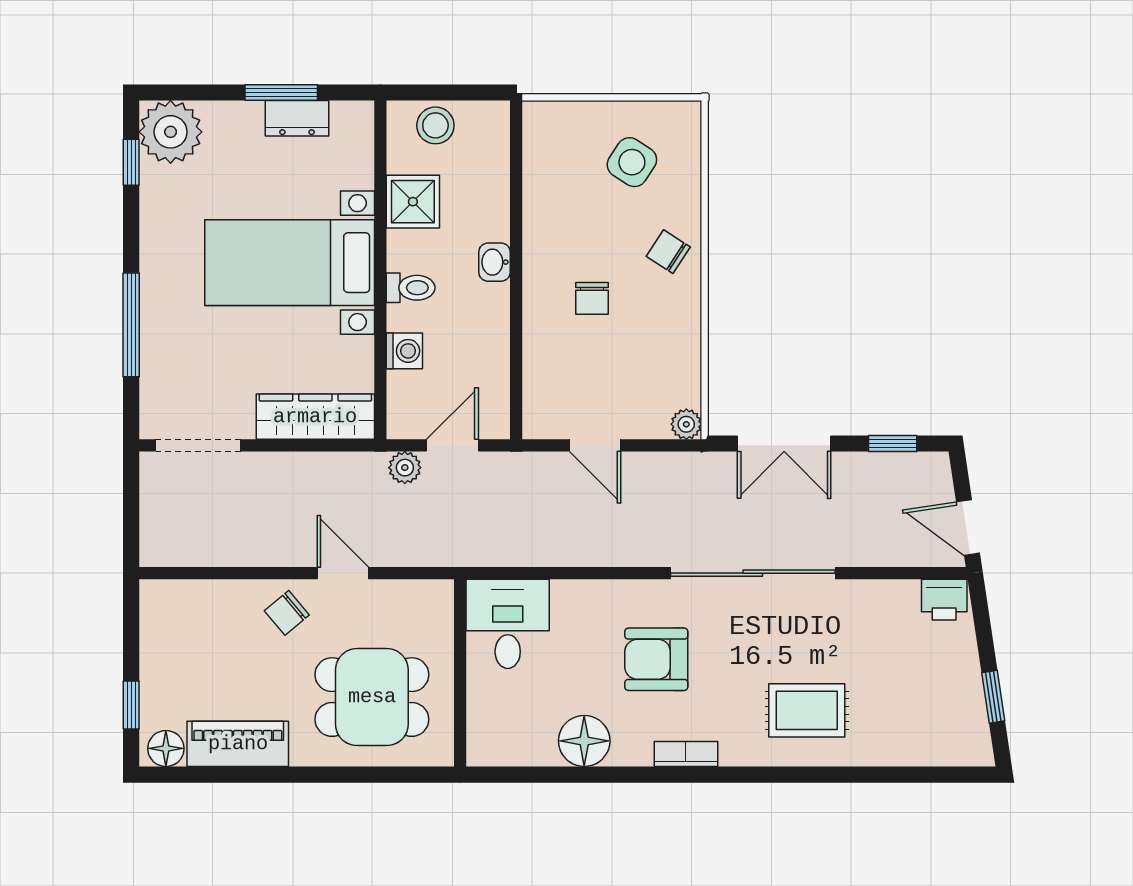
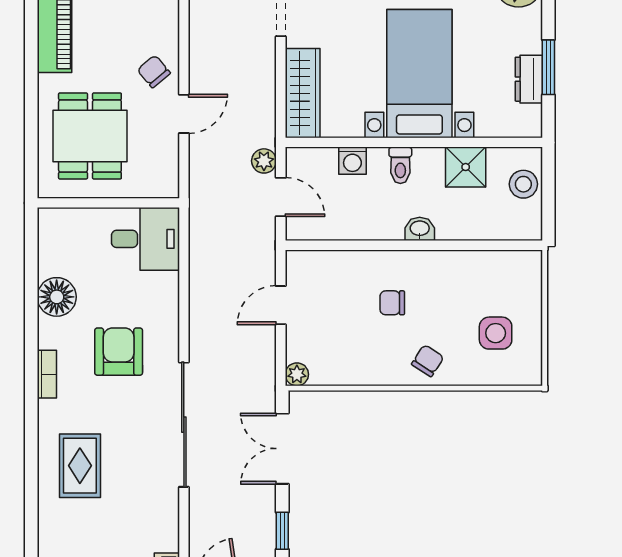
side table: (632, 162) -> (496, 333), turned -33

